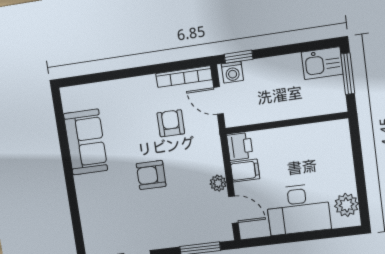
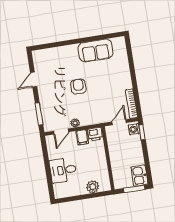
armchair: (171, 123) -> (107, 97), removed
plant: (346, 205) -> (93, 187), moved
desk: (298, 209) -> (63, 170), width x0.73

